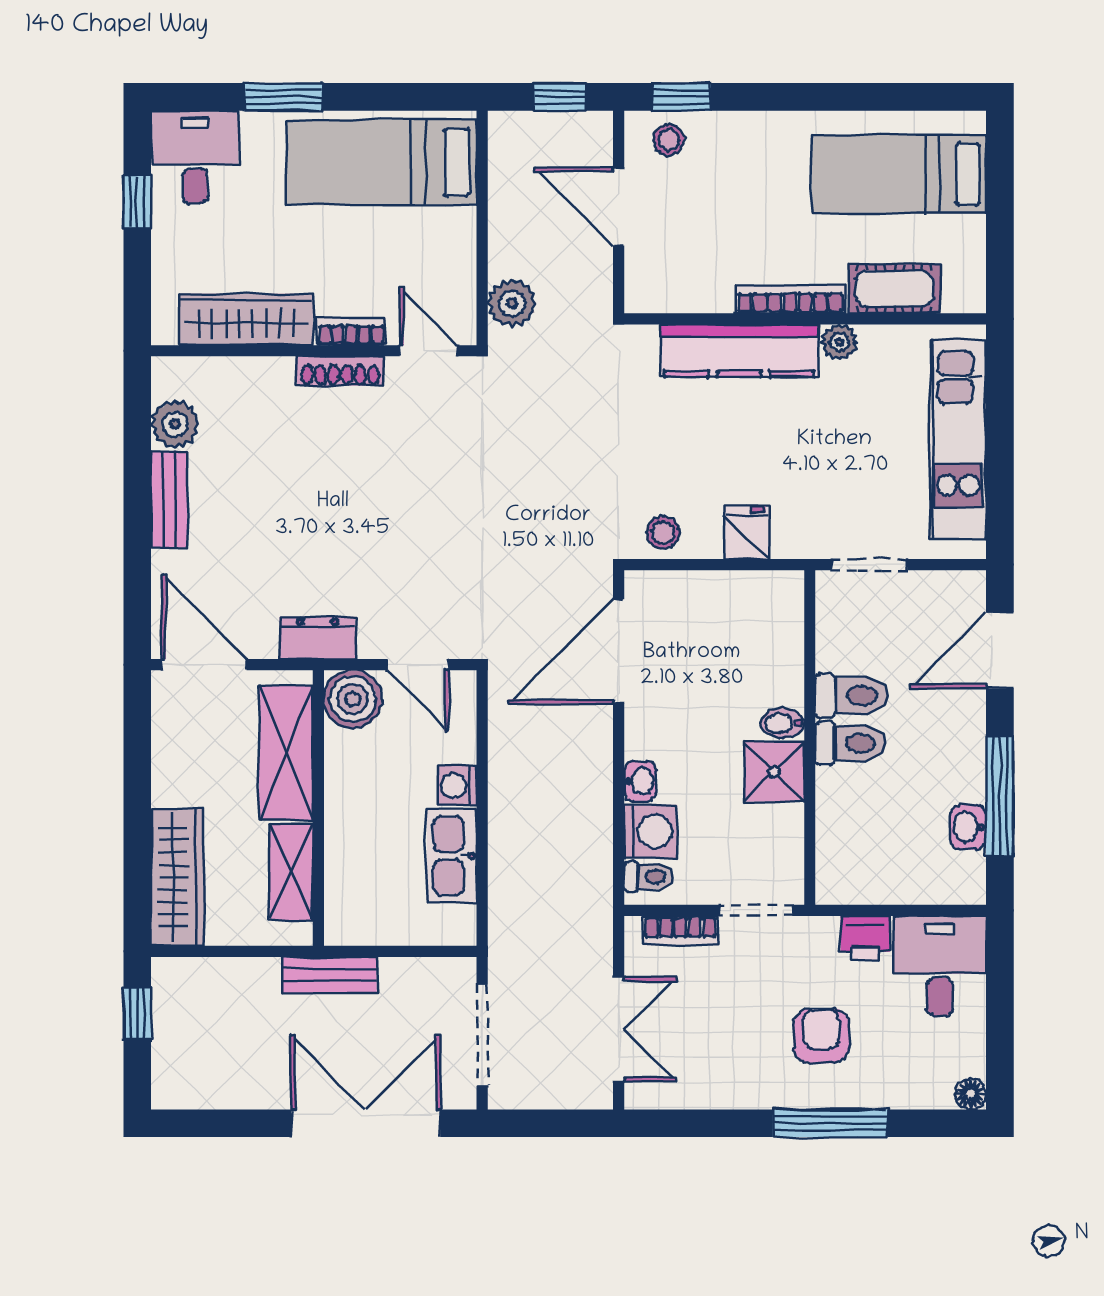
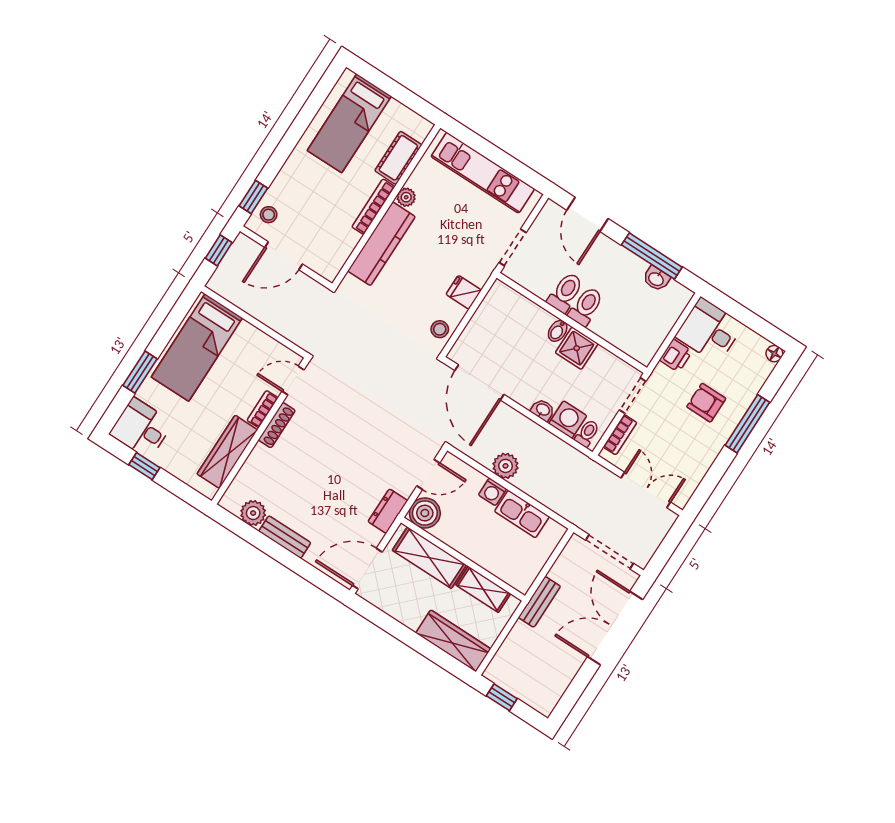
plant: (512, 303) -> (506, 466), moved

